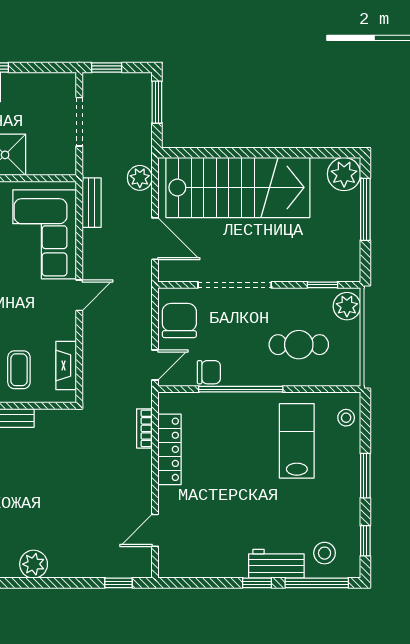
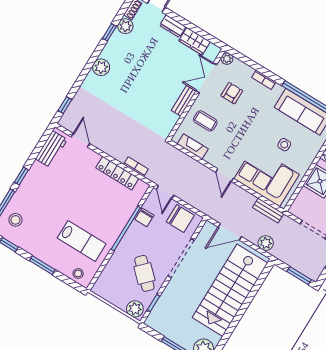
cafe table: (299, 345) -> (144, 273), moved, turned -46
workbench: (276, 564) -> (51, 149), moved

